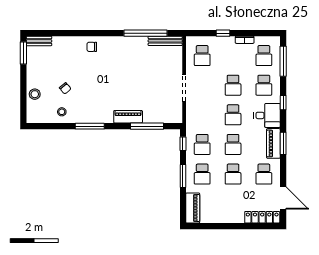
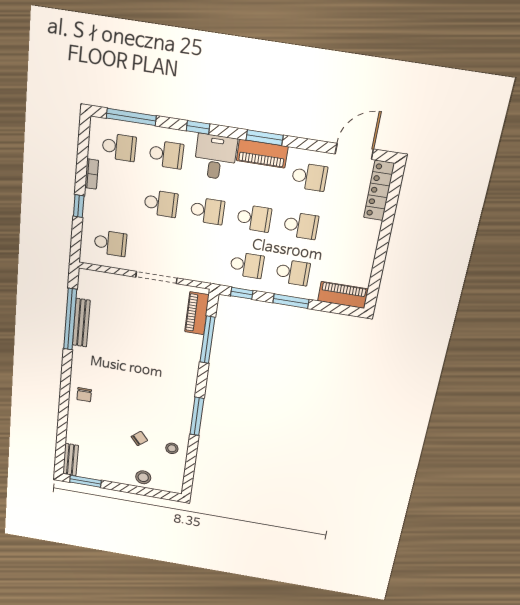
bench: (165, 41) -> (81, 323), moved
piano: (128, 117) -> (197, 313), moved

